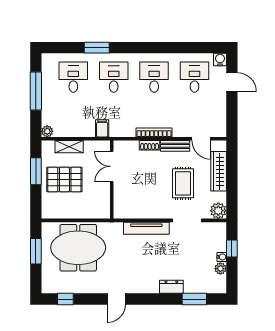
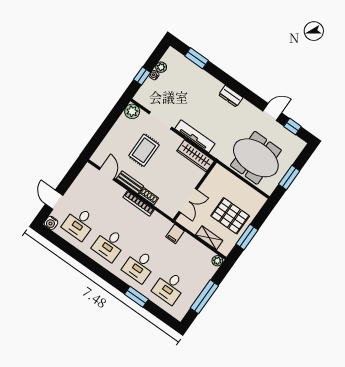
wardrobe: (219, 171) -> (195, 156), moved, turned 90
dresser: (171, 287) -> (231, 96), moved
door: (116, 299) -> (272, 112), moved

